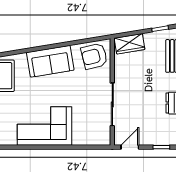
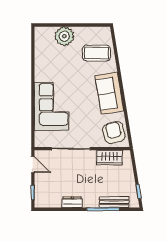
wardrobe: (130, 44) -> (109, 158), moved, turned -81
corner sofa: (44, 126) -> (52, 106), moved

